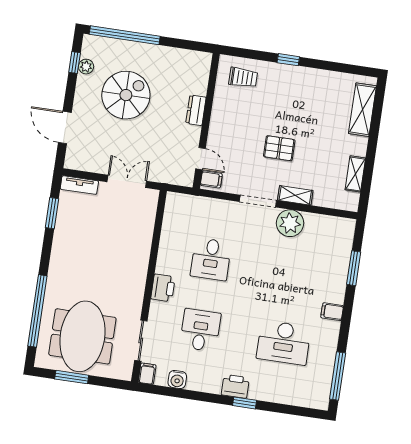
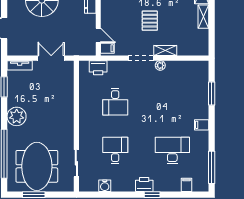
pallet: (279, 148) -> (150, 21), turned 90
shelving: (355, 174) -> (203, 17), moved
plant: (290, 223) -> (160, 65), width x0.53, depth x0.53
plant: (64, 259) -> (17, 116), added
printer: (163, 288) -> (98, 68), moved, turned 90
desk: (284, 343) -> (172, 150), turned 180
filing cabinet: (147, 374) -> (186, 185), moved

